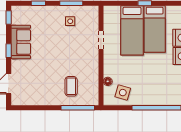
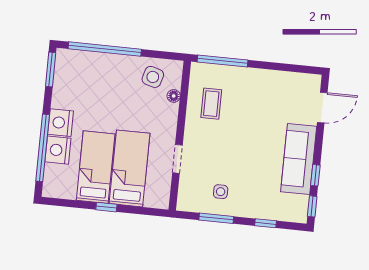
sofa: (21, 42) -> (299, 159), width x1.36
window: (9, 51) -> (315, 175), moved
coffee table: (71, 86) -> (211, 104), moved

